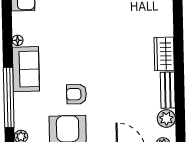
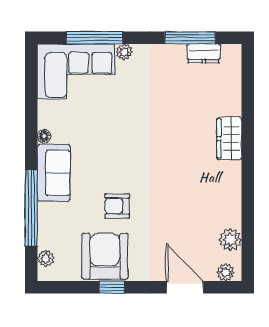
wardrobe: (164, 54) -> (229, 139), moved
bench: (168, 90) -> (233, 204), removed

